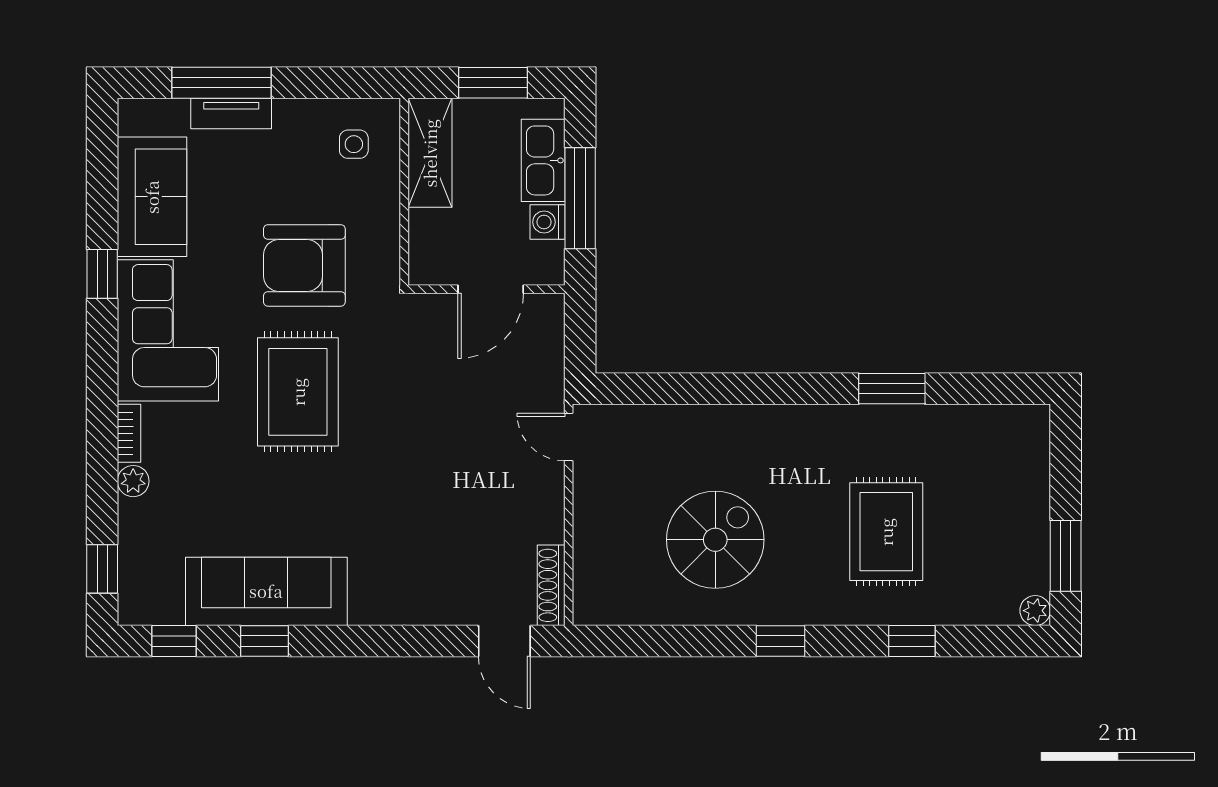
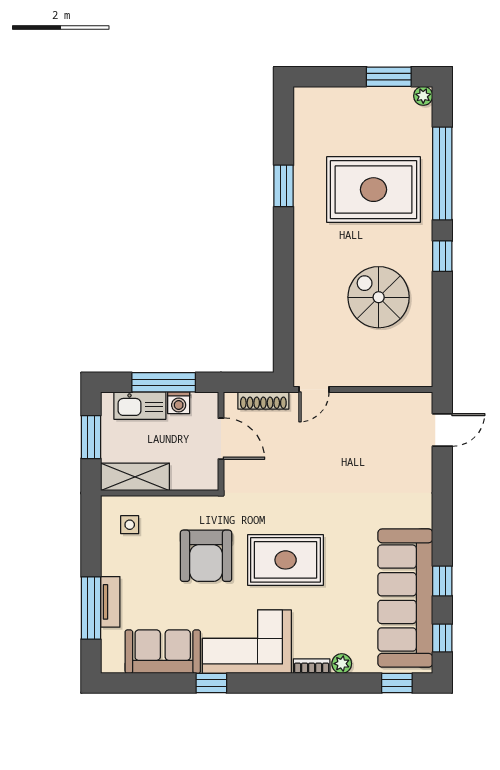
rug: (886, 532) -> (374, 190), width x1.37, depth x1.44
shoe rack: (551, 585) -> (263, 401), moved
sofa: (266, 591) -> (405, 598), width x1.36, depth x1.27
window: (912, 641) -> (442, 173), width x3.17

